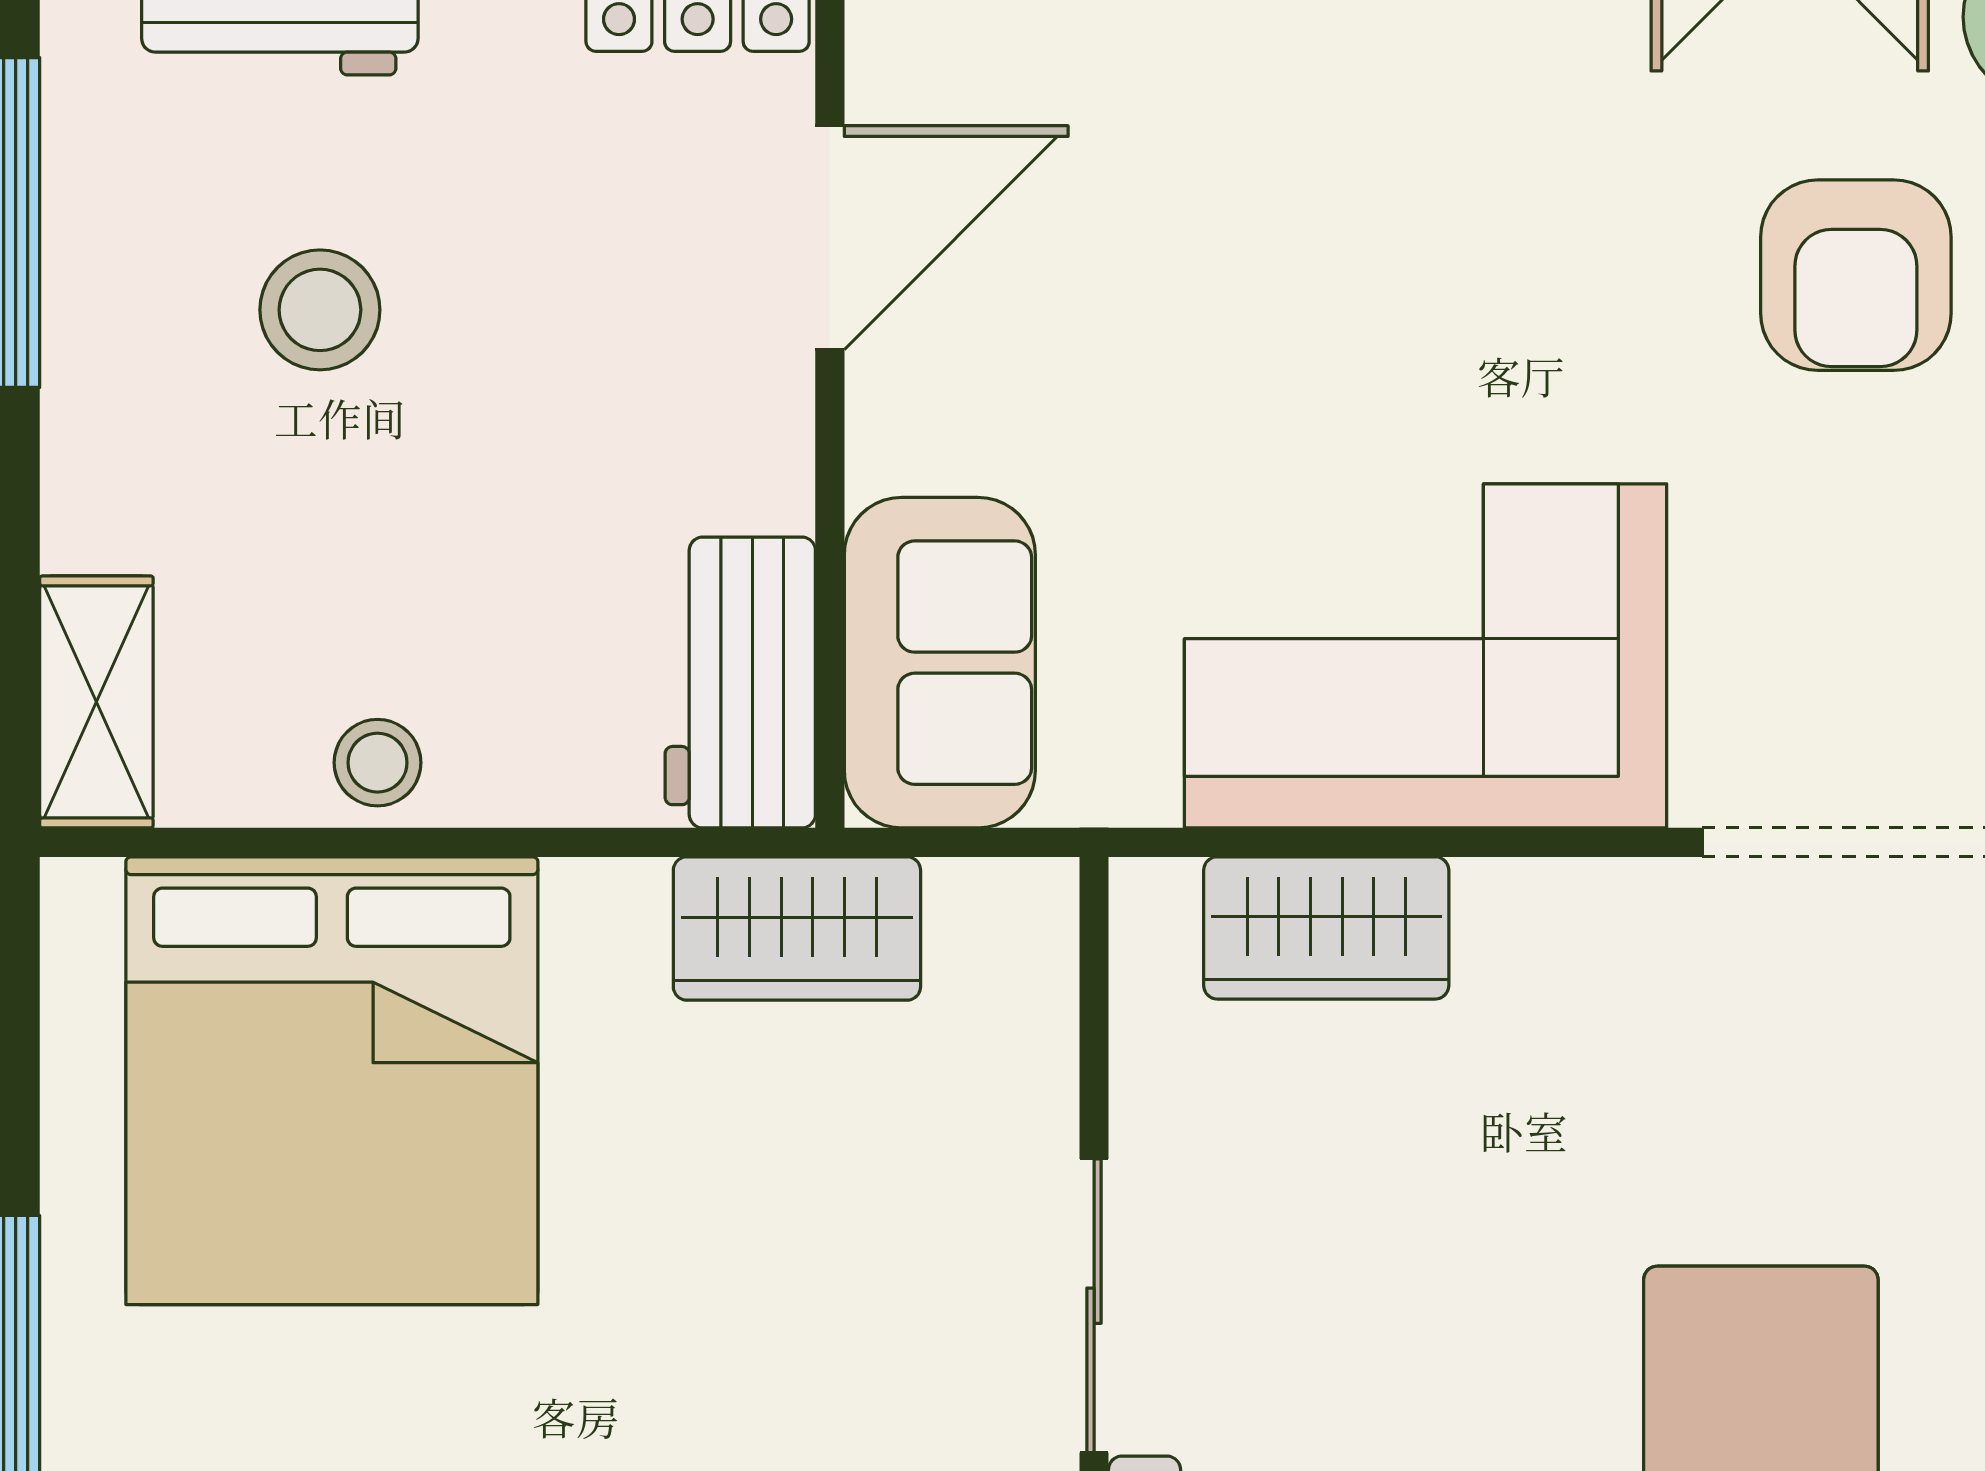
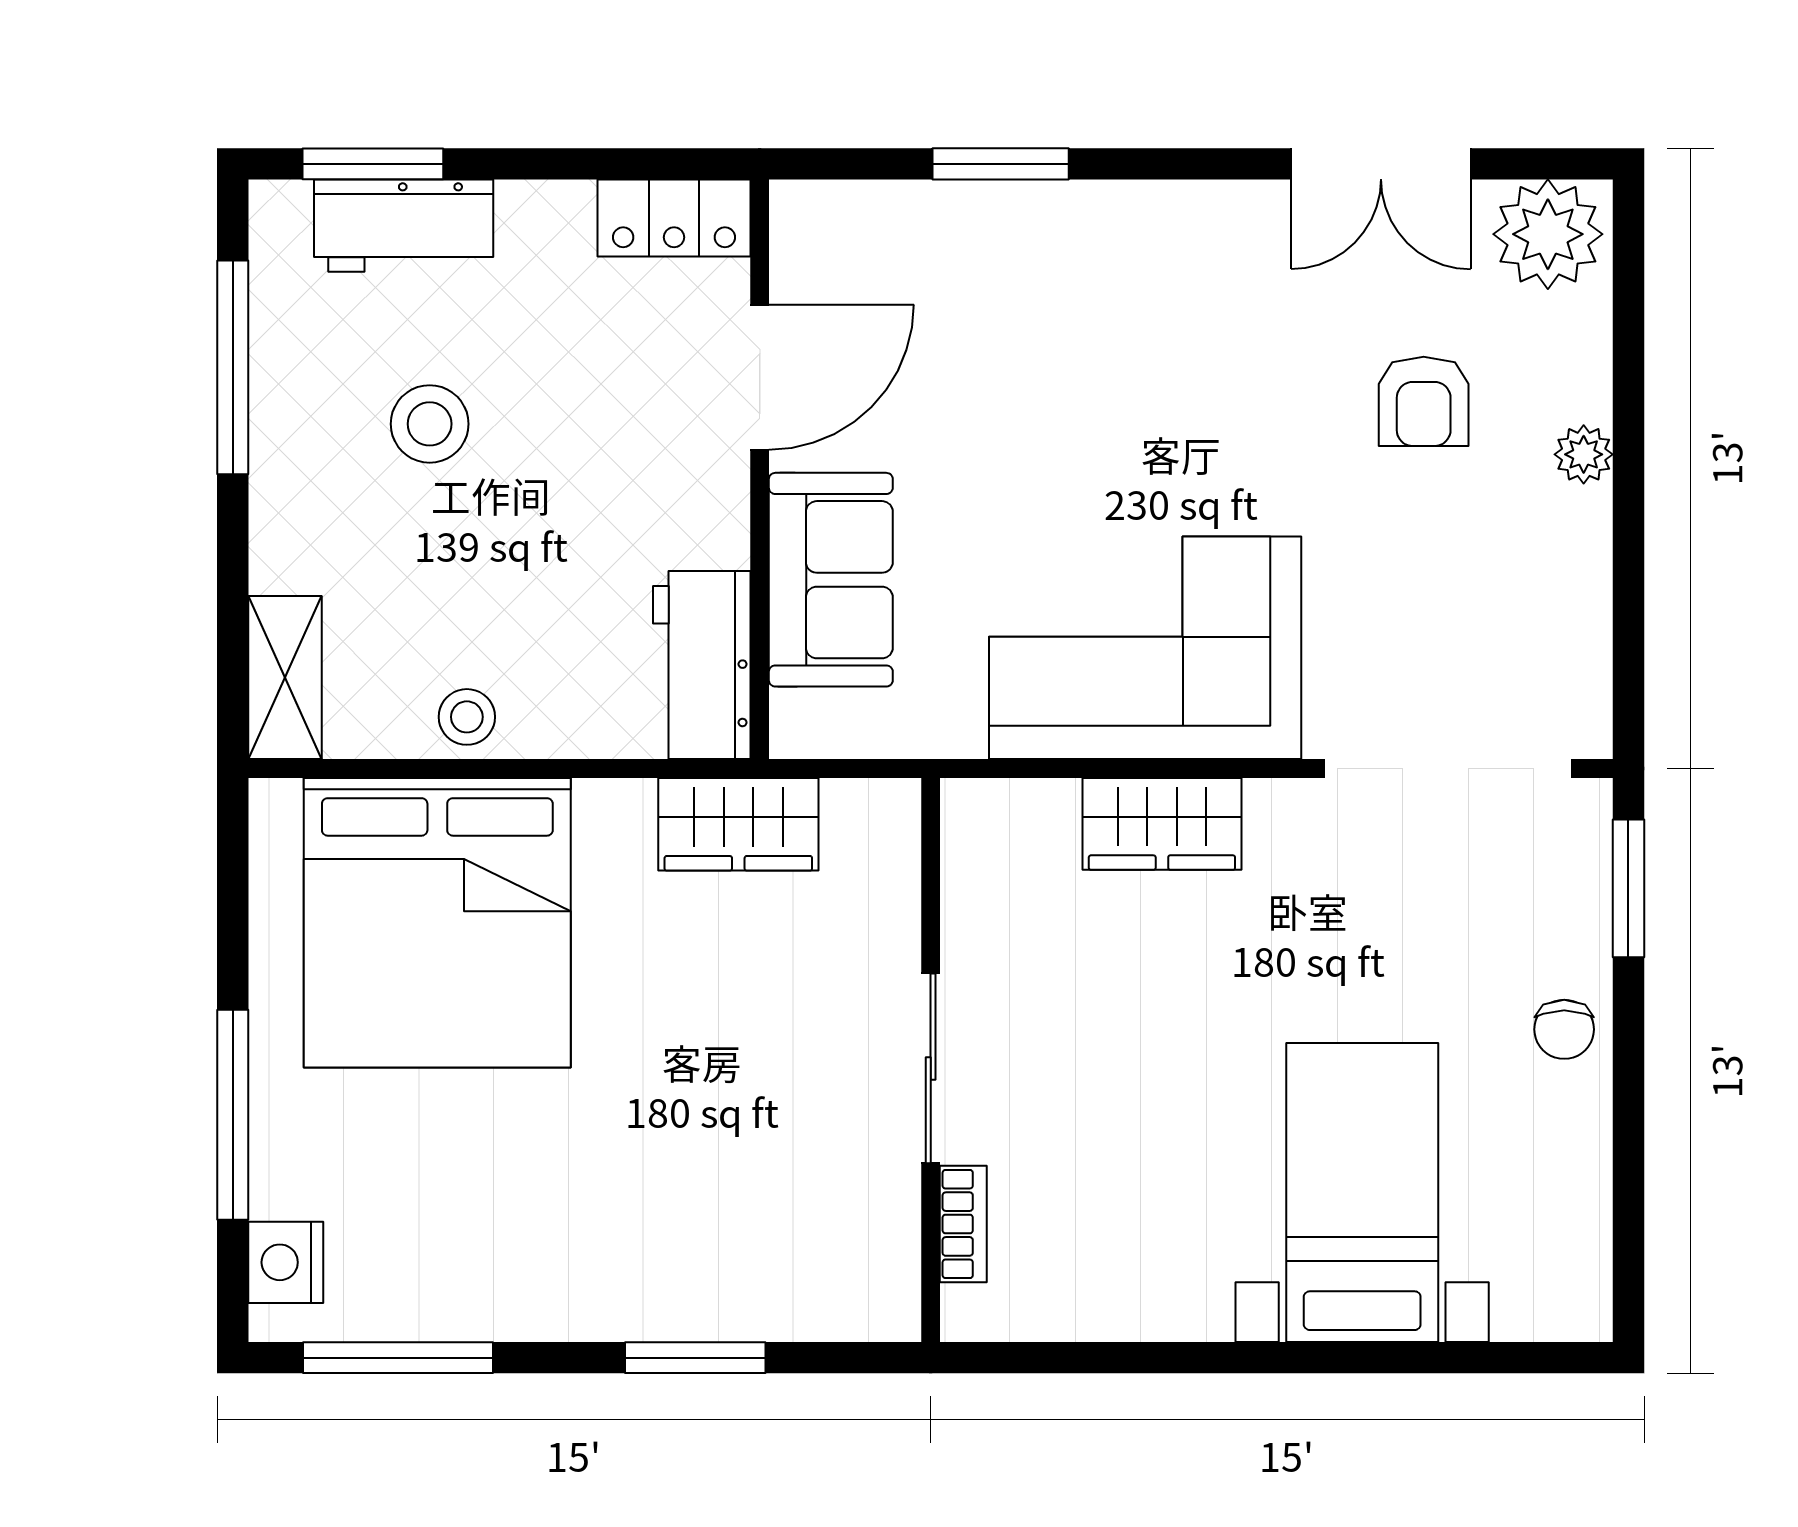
armchair: (1856, 275) -> (1424, 401), width x0.72, depth x0.72
sofa: (940, 663) -> (831, 580), moved
wardrobe: (1326, 928) -> (1162, 824), moved

